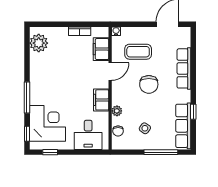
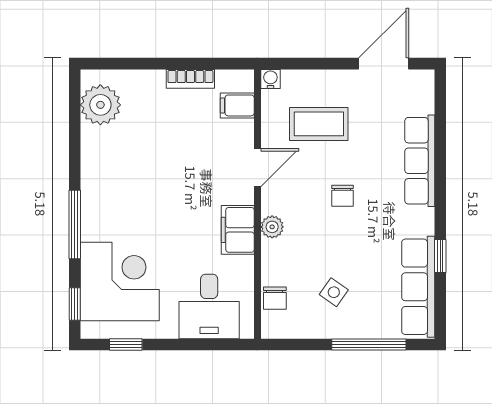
filing cabinet: (101, 49) -> (237, 105), width x0.50
chair: (149, 84) -> (342, 196), width x0.54, depth x0.54
plant: (117, 111) -> (272, 227), moved

